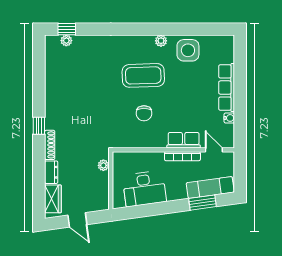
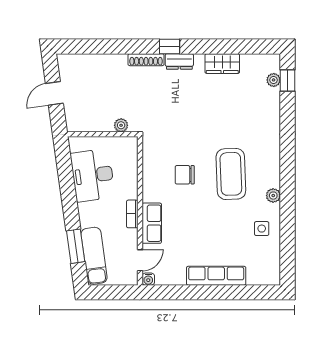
side table: (188, 50) -> (262, 229), width x0.54, depth x0.54
water cooler: (229, 118) -> (148, 279), moved
bookcase: (182, 156) -> (132, 214), width x0.64
dresser: (51, 172) -> (179, 61), moved
wardrobe: (53, 199) -> (222, 64), moved

